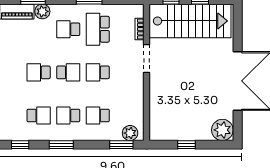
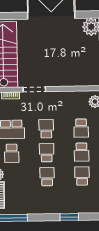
school desk: (39, 72) -> (47, 177), turned 180
school desk: (98, 72) -> (46, 129), turned 180

